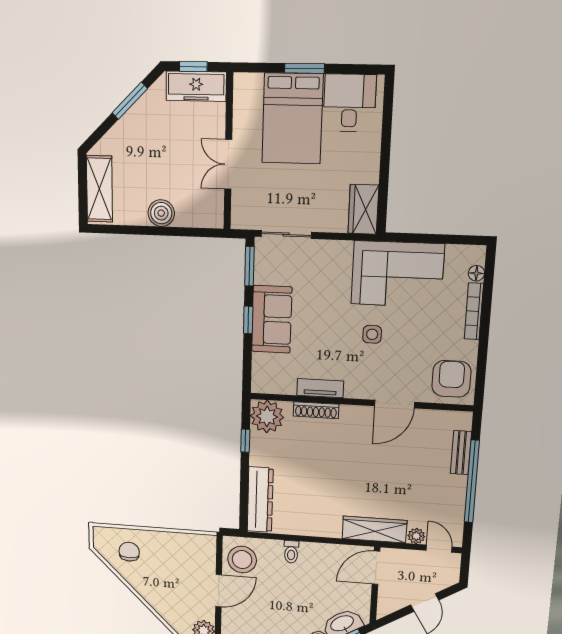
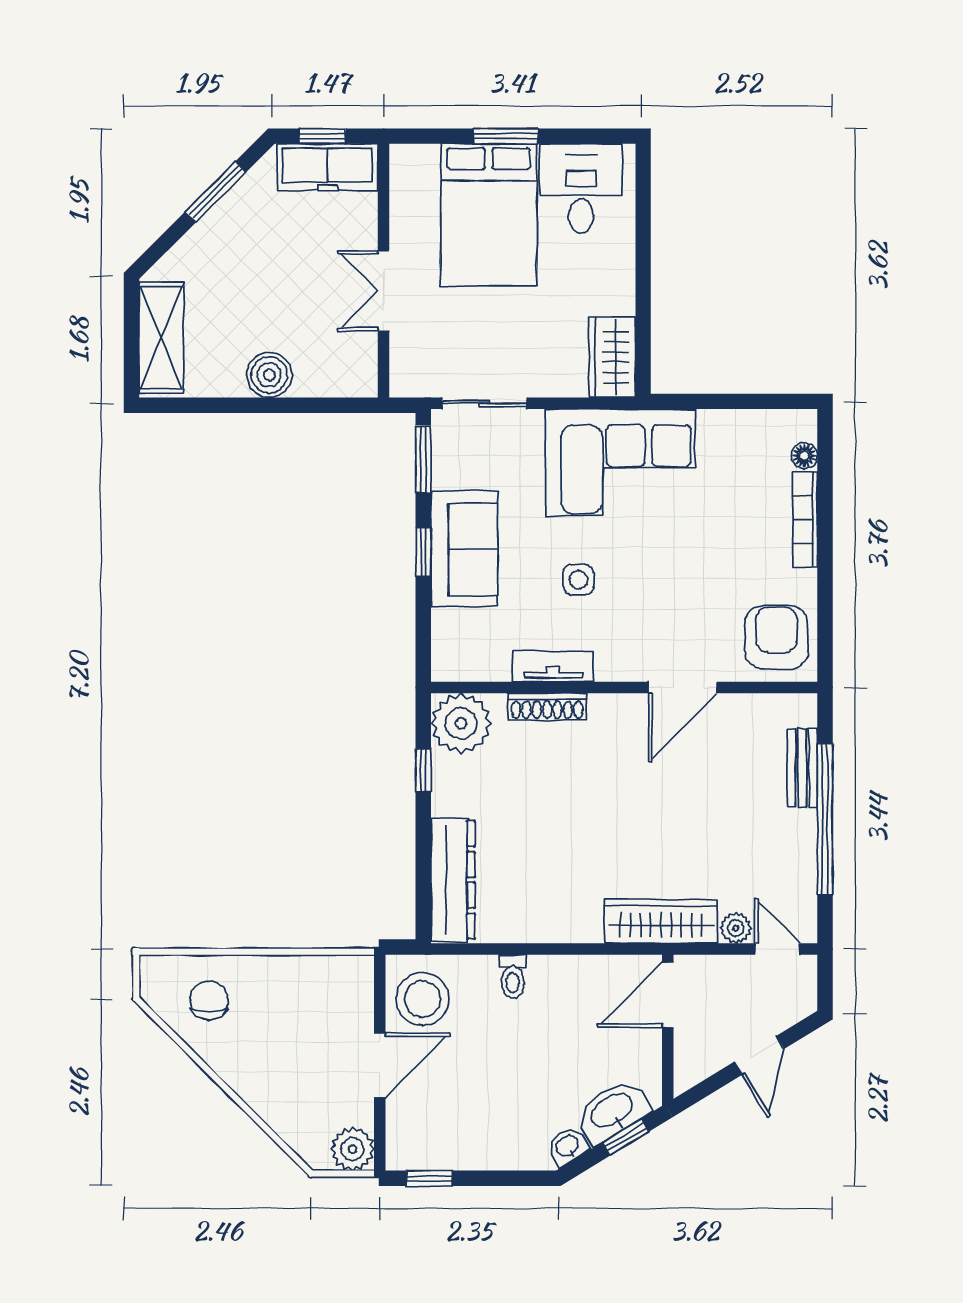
corner sofa: (397, 274) -> (621, 462), moved
side table: (372, 334) -> (578, 580), moved

